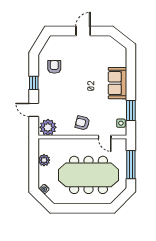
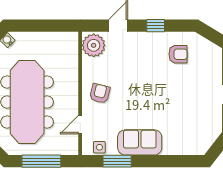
sofa: (117, 83) -> (140, 142), moved
plant: (44, 160) -> (48, 40), removed

